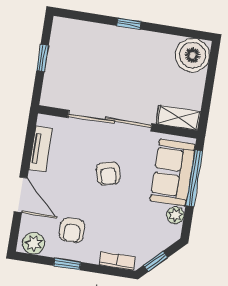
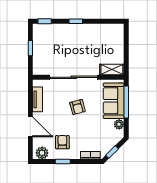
window: (75, 15) -> (45, 21), added
boiler: (193, 55) -> (114, 33), removed
armchair: (72, 230) -> (62, 142), turned 180

